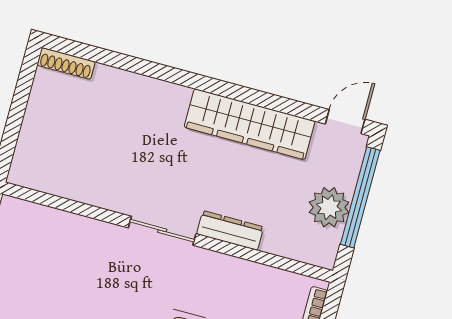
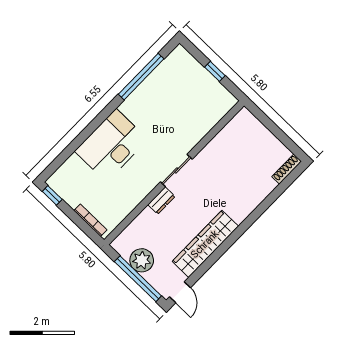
dresser: (230, 230) -> (161, 201), width x0.70

